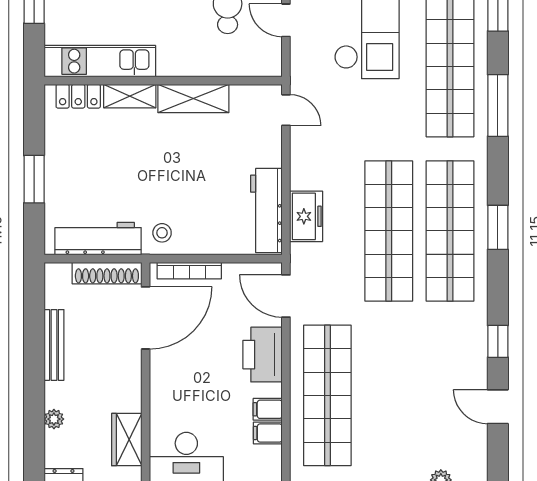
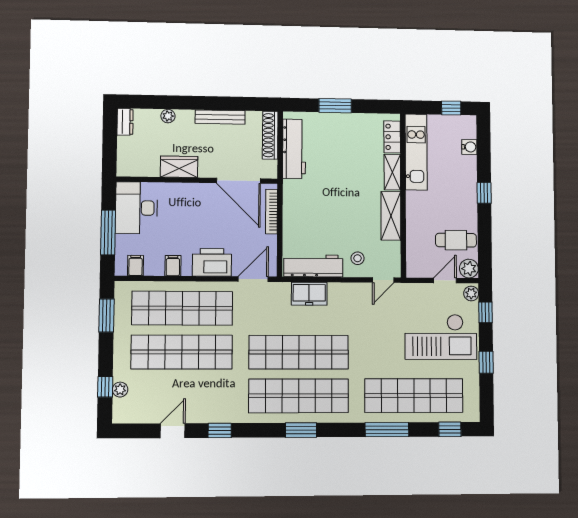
stool: (162, 233) -> (358, 258), moved
shoe rack: (107, 273) -> (270, 135), moved
shop shelf: (389, 395) -> (182, 352), added
filing cabinet: (268, 433) -> (136, 265), moved
wardrobe: (127, 440) -> (179, 167), moved

